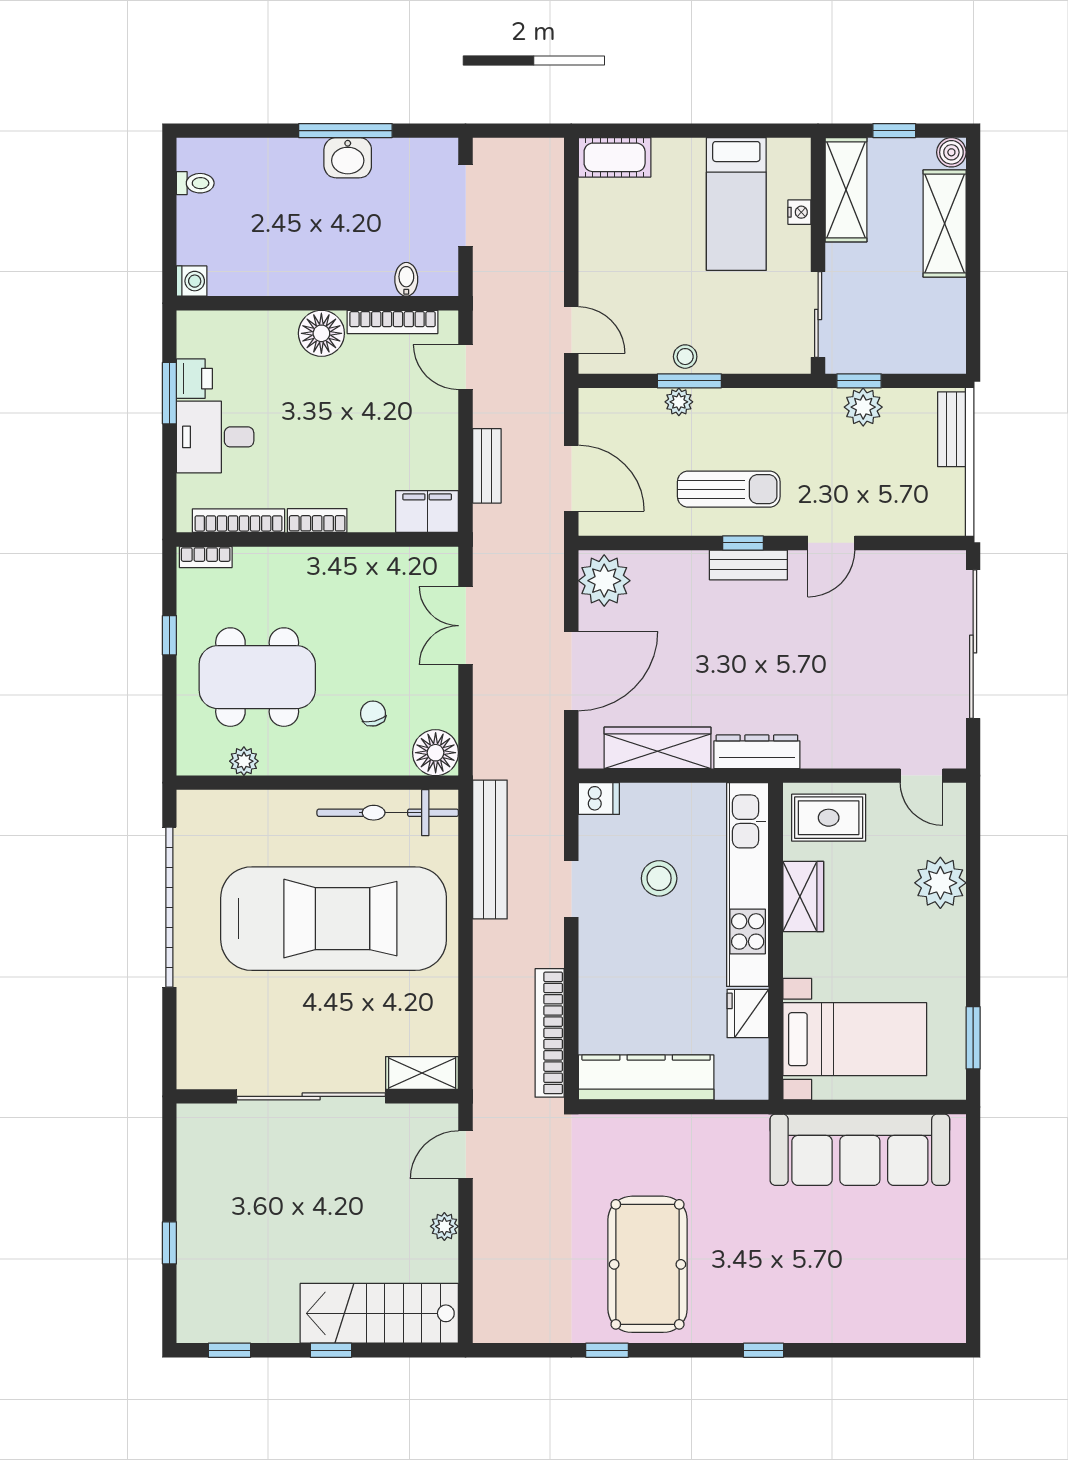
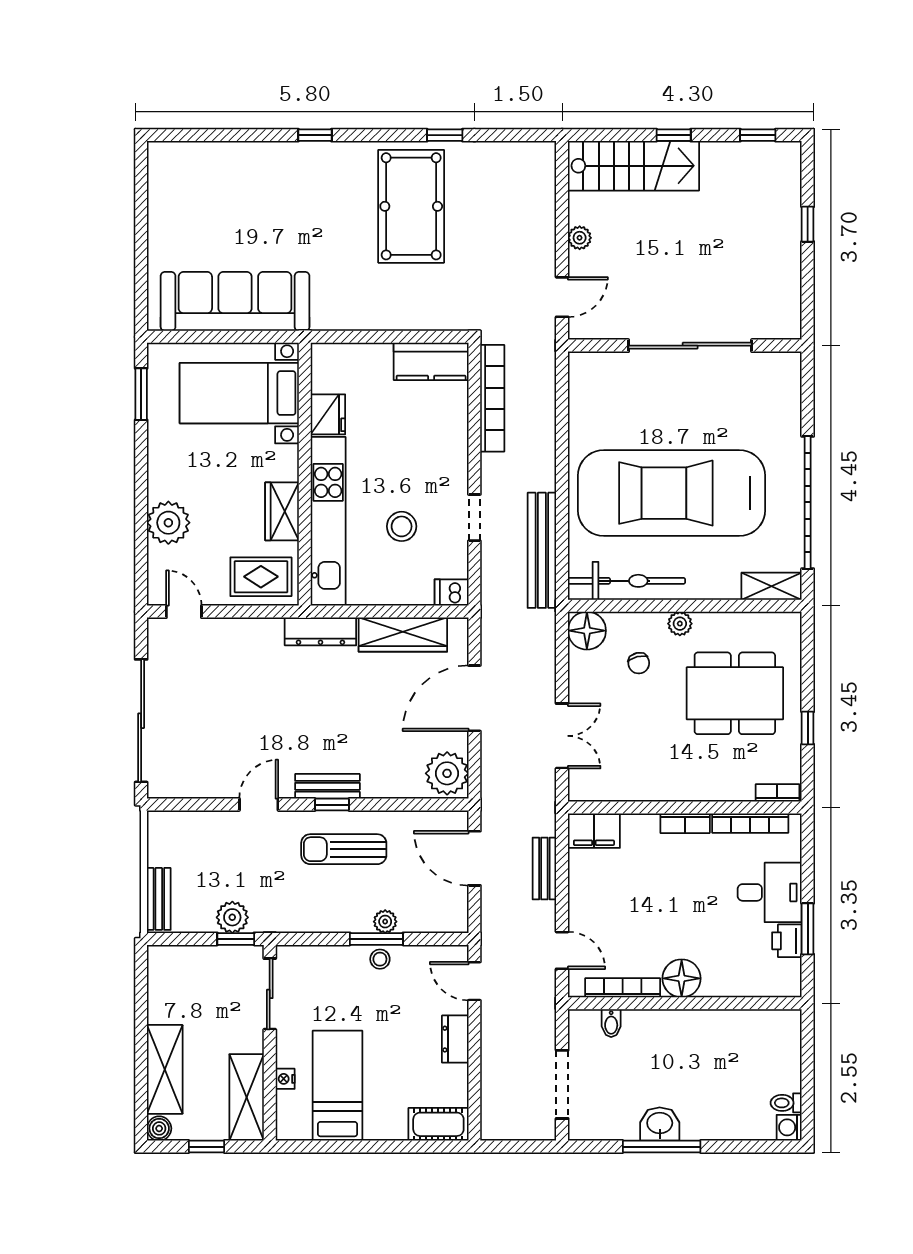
dresser: (594, 260) -> (455, 1039), added
washing machine: (192, 281) -> (789, 1127), moved
plant: (244, 761) -> (680, 624), moved
shelving: (422, 1073) -> (772, 586), moved
kitchen counter: (646, 1077) -> (431, 361), width x0.67

